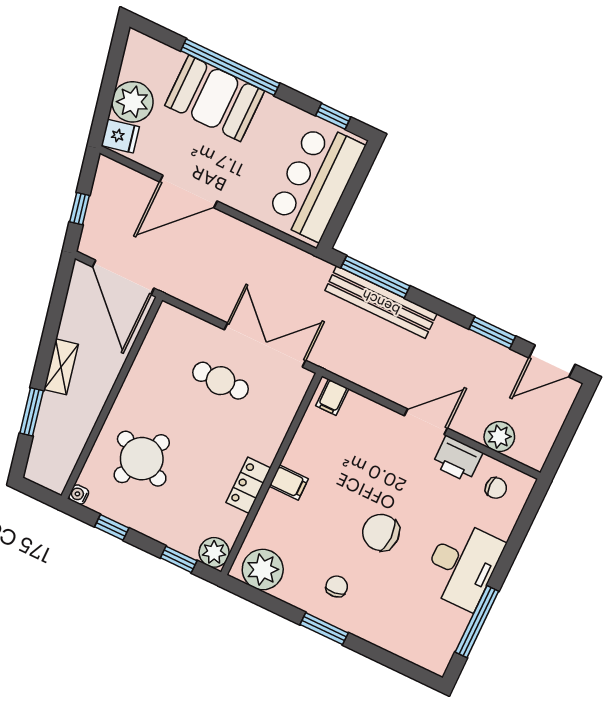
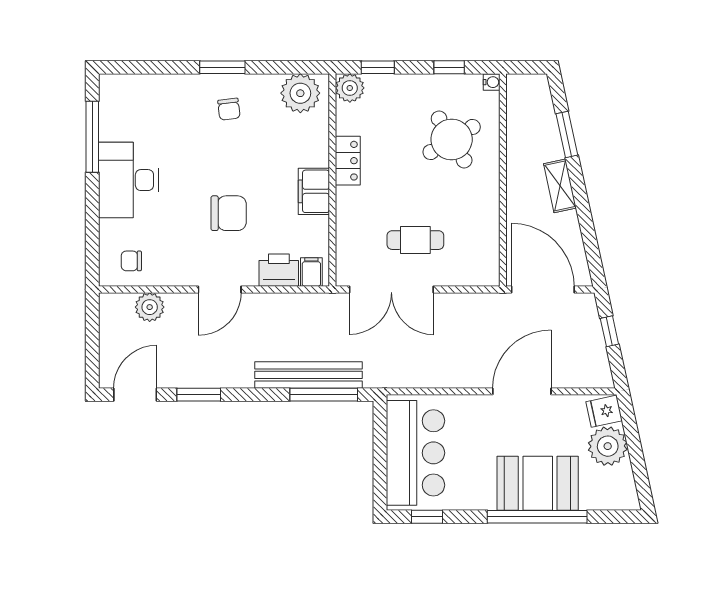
round table: (142, 459) -> (452, 139), turned 34
printer: (457, 459) -> (279, 270), moved
filing cabinet: (289, 482) -> (314, 191), width x2.00
chair: (381, 532) -> (229, 213), moved

